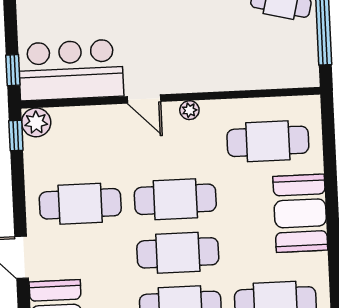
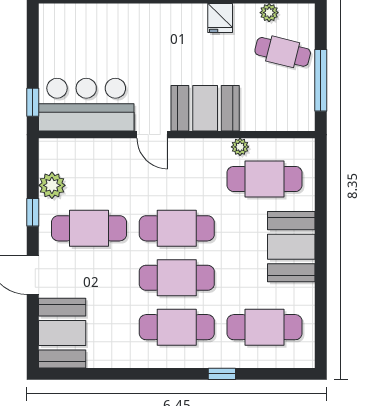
booth: (200, 68) -> (205, 108), added
plant: (189, 110) -> (240, 147), moved
plant: (36, 122) -> (52, 185), moved
window: (16, 136) -> (33, 212), moved

